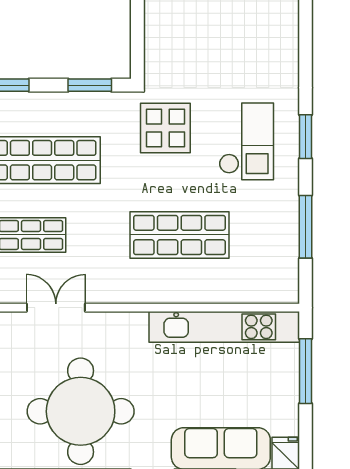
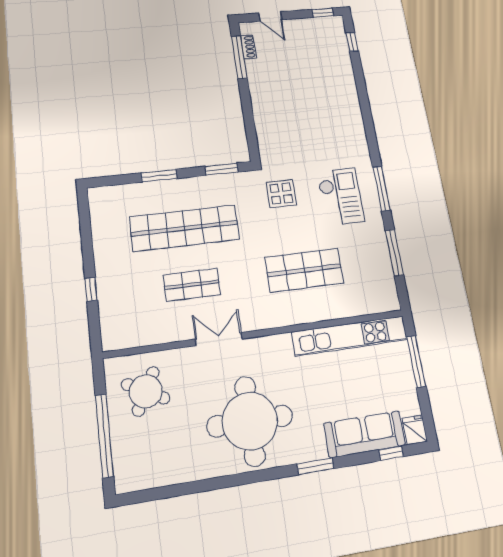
display table: (165, 128) -> (281, 194), width x0.73, depth x0.73
window: (305, 137) -> (382, 189), width x1.44

